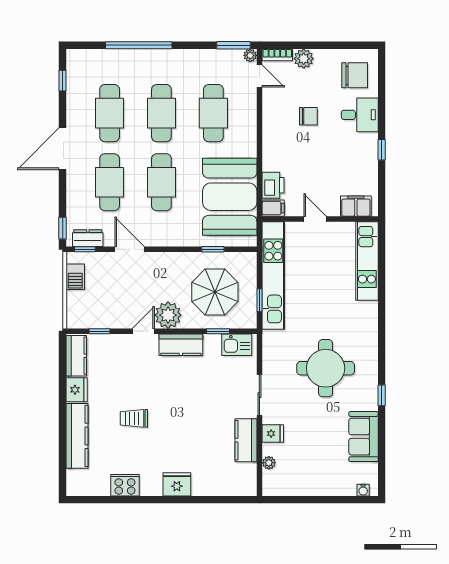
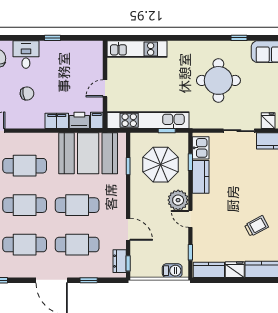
chair: (308, 116) -> (27, 93), turned 81
filing cabinet: (356, 206) -> (57, 121), moved, turned 90
window: (63, 228) -> (89, 280), moved
door: (130, 249) -> (128, 229), swing flipped
barbecue: (75, 277) -> (172, 271), moved
kitchen counter: (181, 345) -> (201, 177), moved
trolley: (134, 418) -> (256, 226), turned -118

